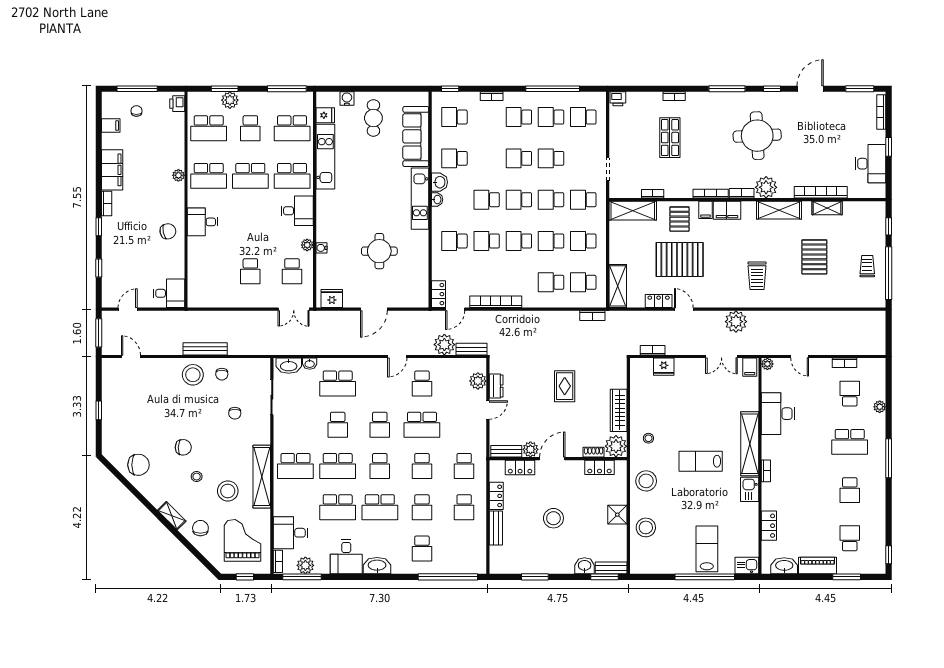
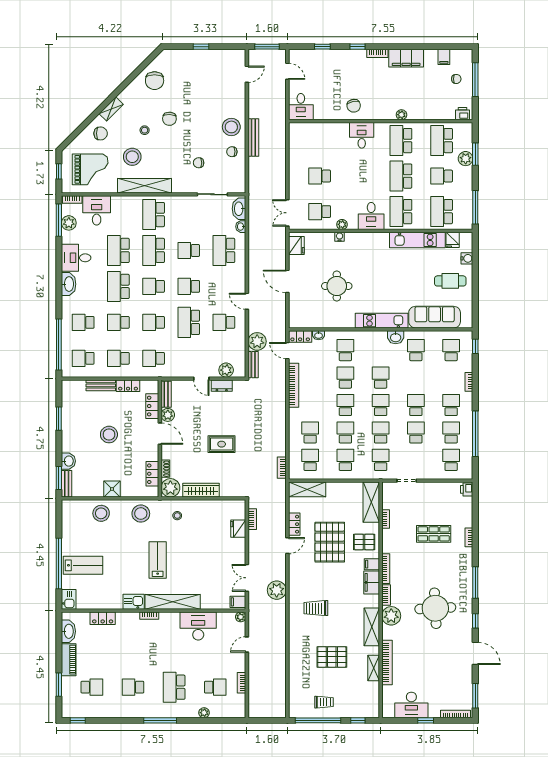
washbasin: (437, 199) -> (319, 335), moved
school desk: (464, 548) -> (83, 358), added

